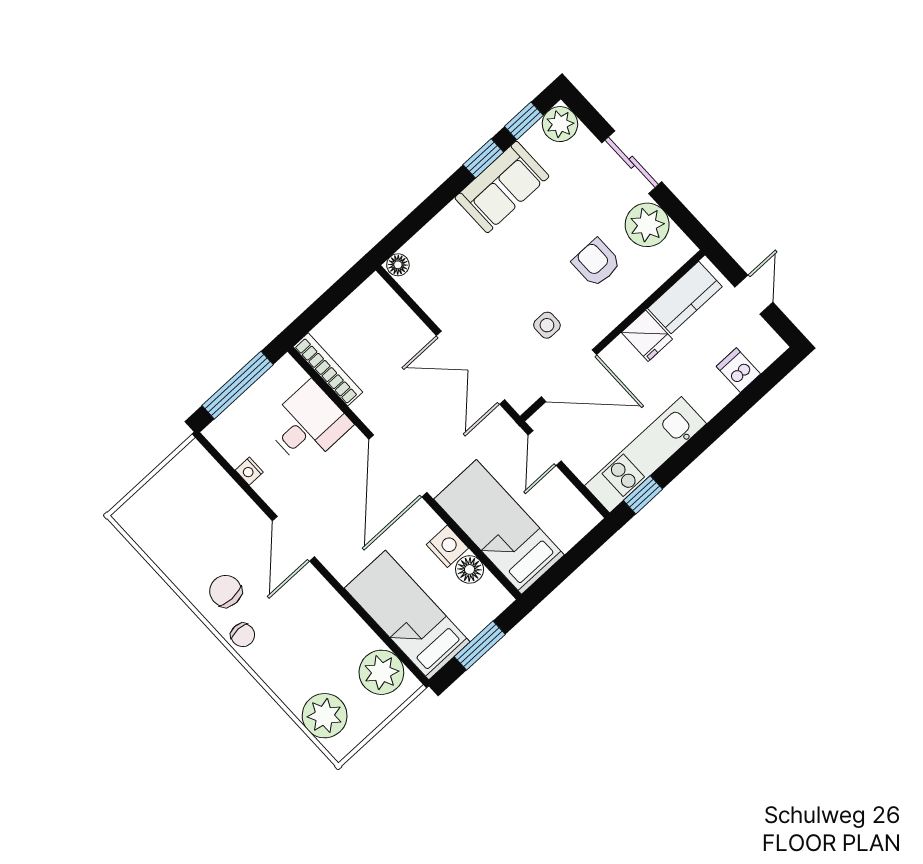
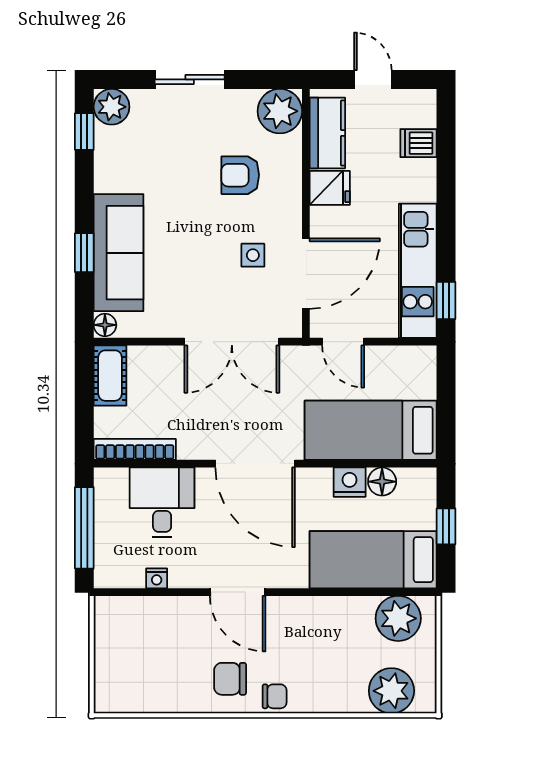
window: (483, 158) -> (84, 253), moved
sofa: (502, 187) -> (119, 253), moved, width x1.36
plant: (647, 225) -> (280, 111), moved
cot: (365, 302) -> (110, 376), added
window: (480, 646) -> (446, 526), width x0.67

